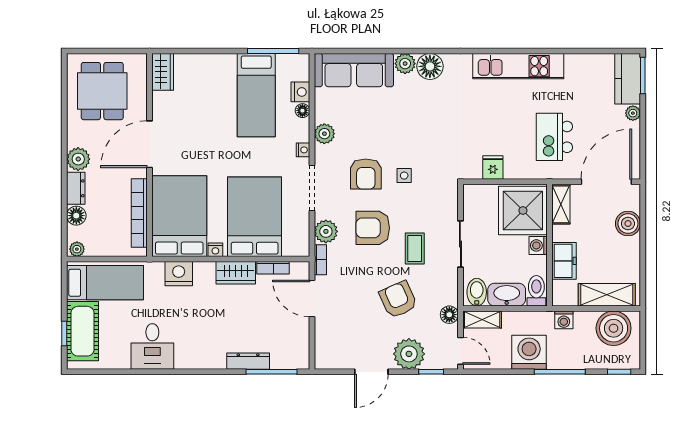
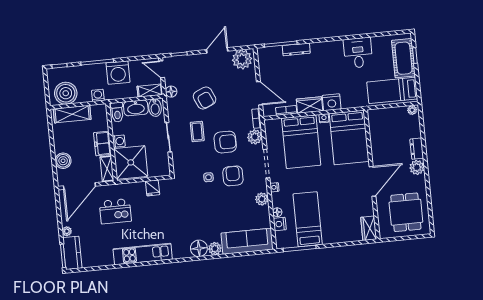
kitchen island: (554, 137) -> (115, 211), turned 90
bookcase: (139, 213) -> (375, 137), removed
floor lamp: (76, 216) -> (415, 131), removed
freezer: (564, 261) -> (102, 143), moved
nightstand: (179, 274) -> (332, 102), moved
plant: (409, 354) -> (242, 59), moved

